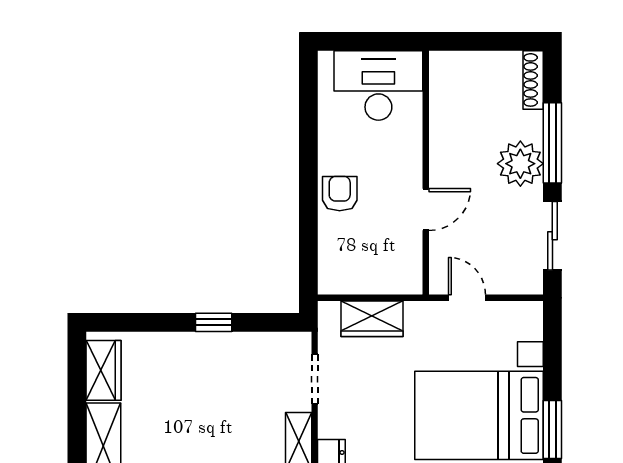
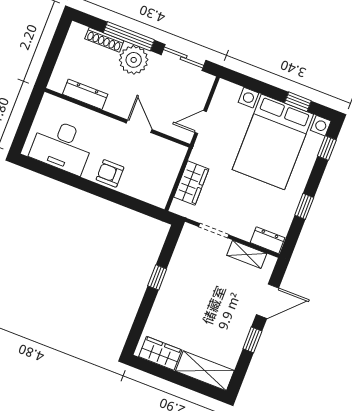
shoe rack: (533, 80) -> (104, 40), moved
desk: (378, 85) -> (62, 146), moved, turned -90
dresser: (442, 112) -> (85, 94), added
window: (552, 430) -> (298, 102), width x0.67

